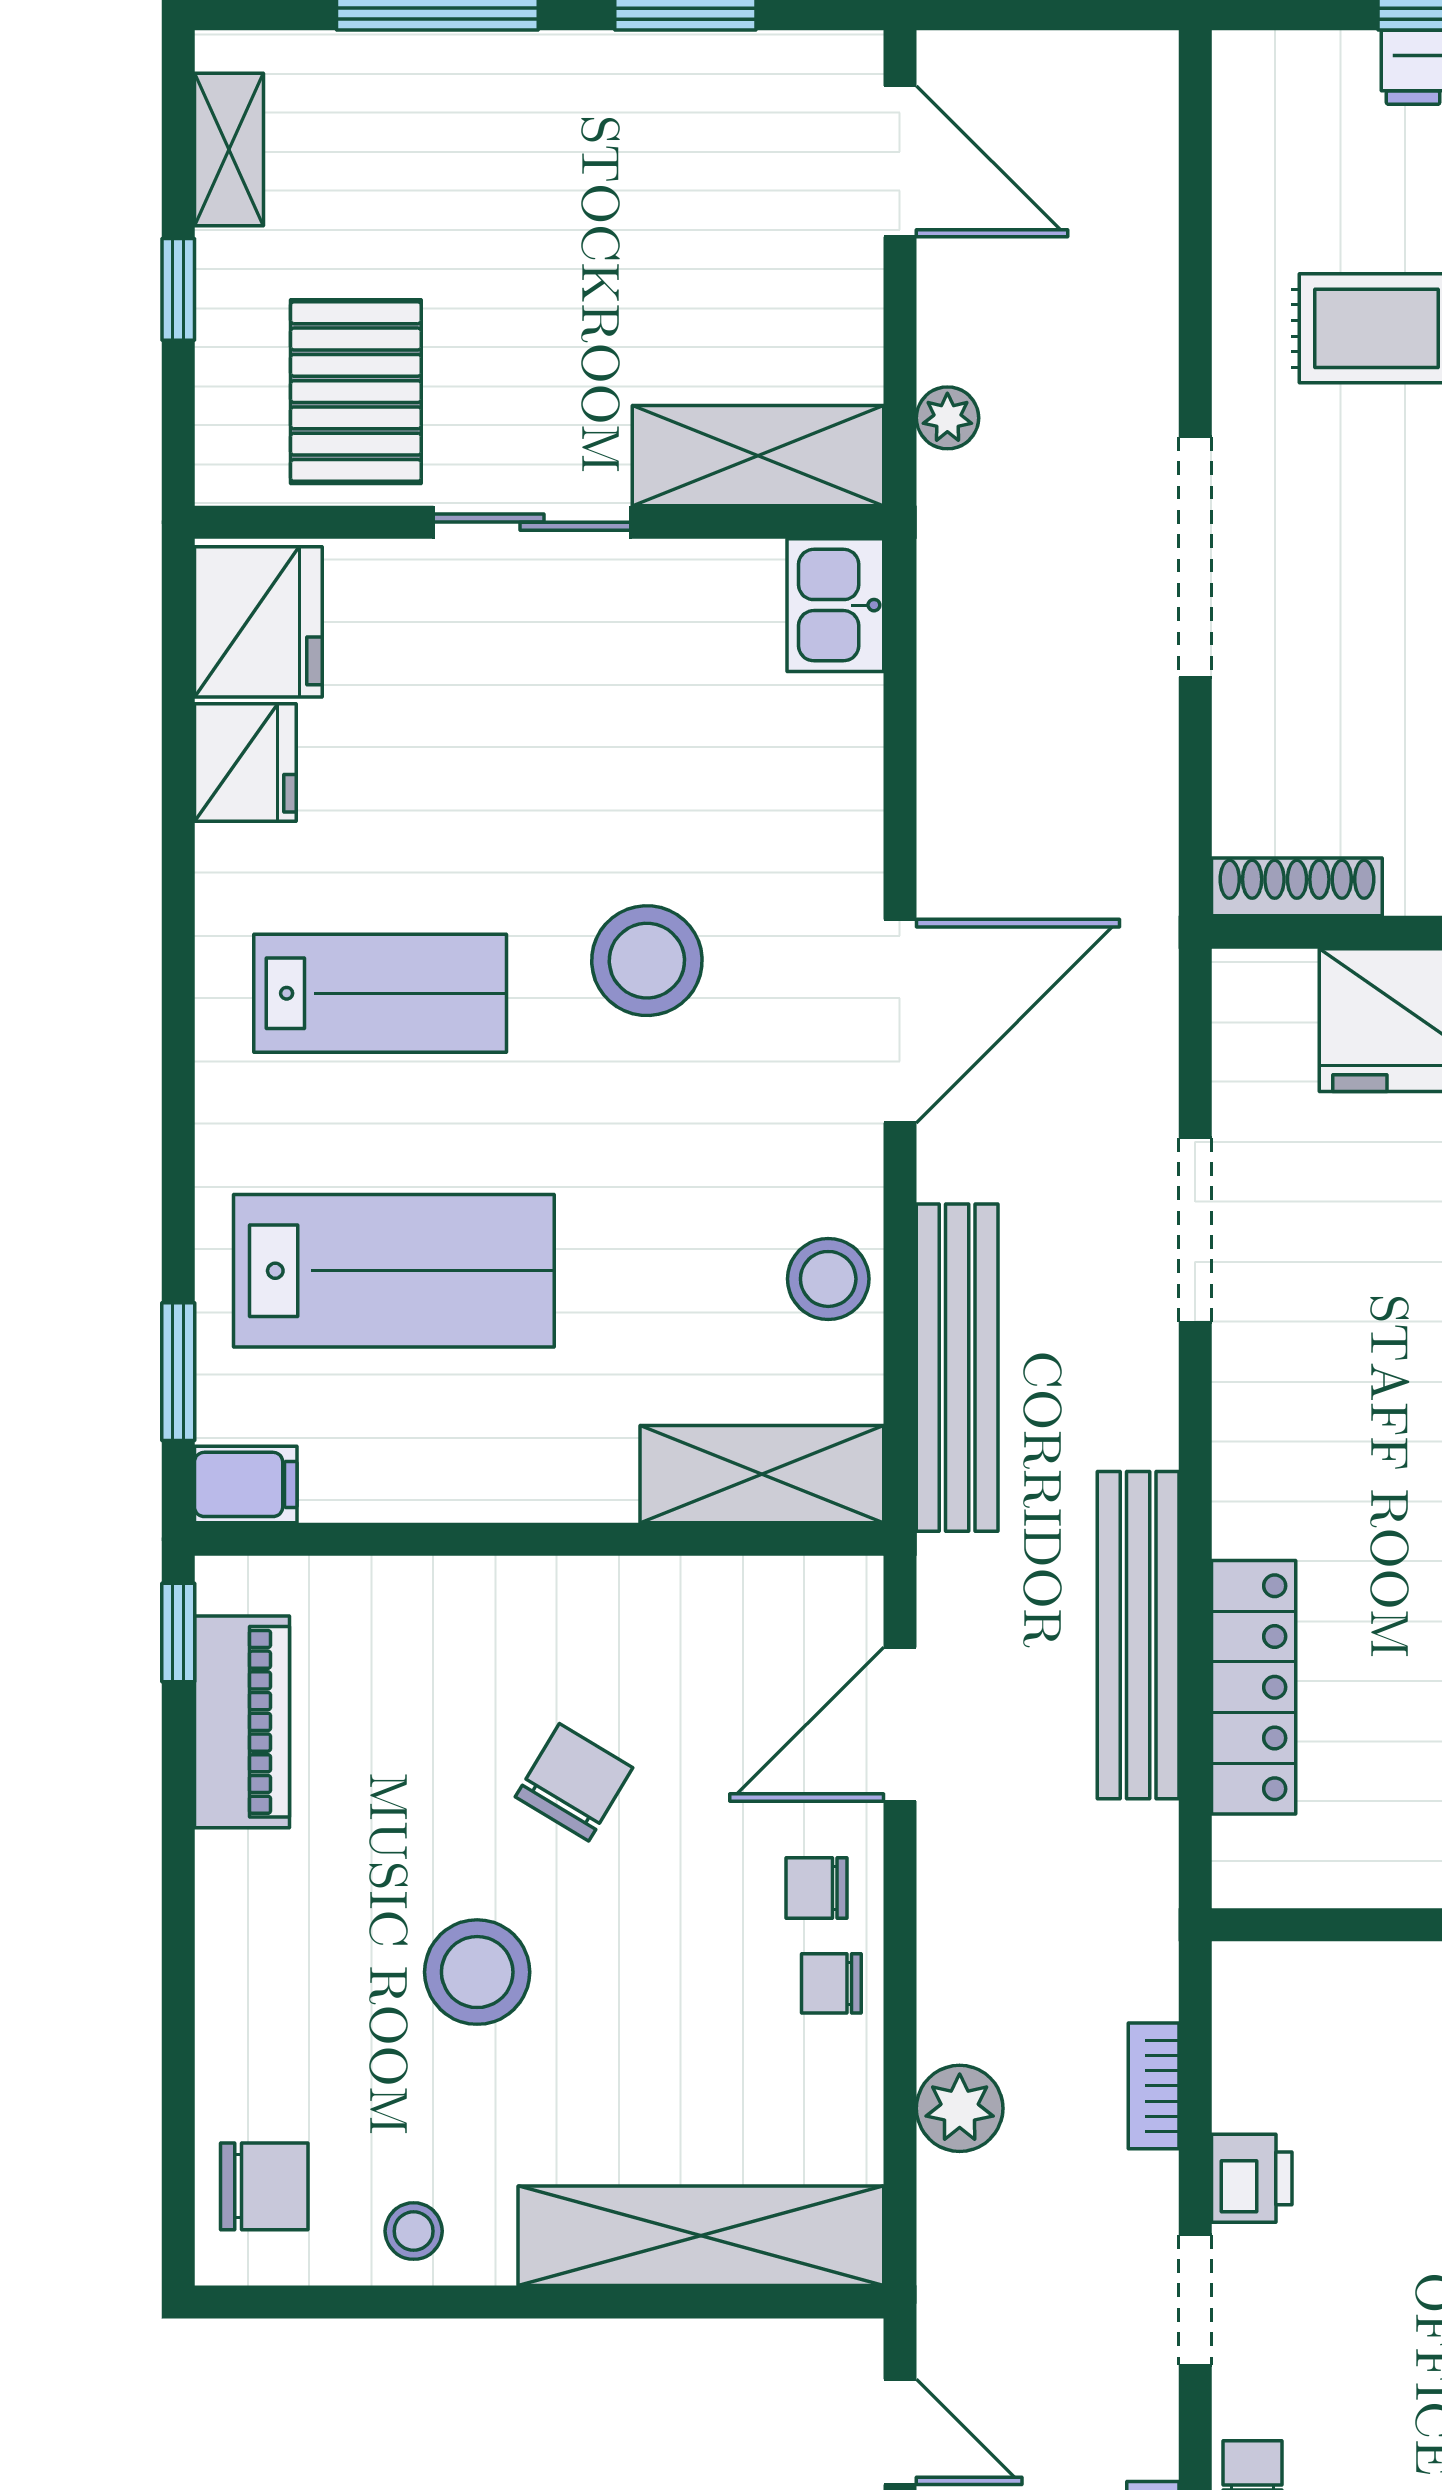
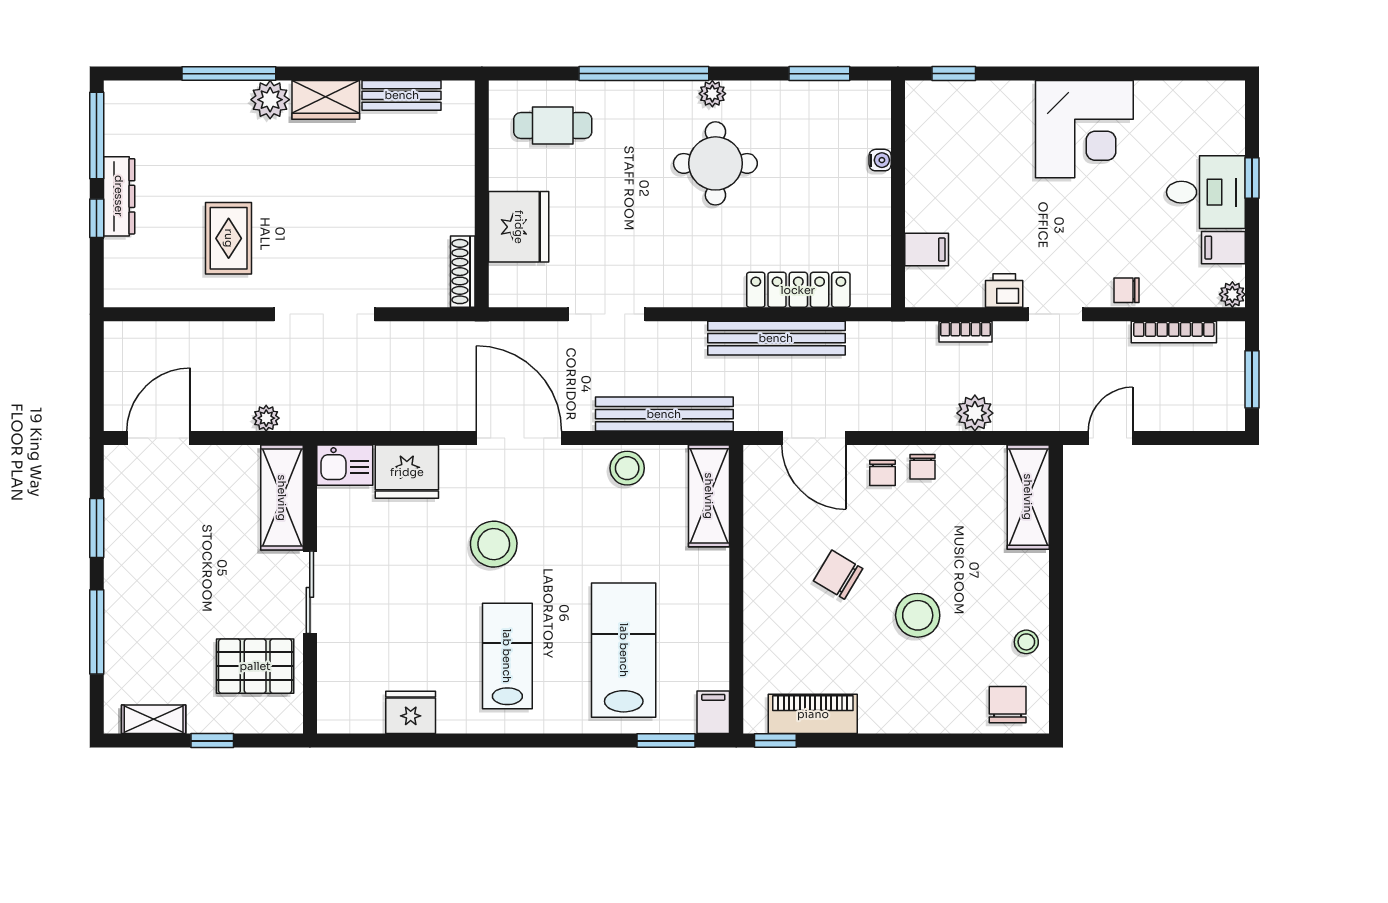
fridge: (258, 622) -> (407, 472), moved, turned 180
filing cabinet: (1350, 1993) -> (927, 250), added
shelving: (701, 2236) -> (1028, 497), width x0.68

